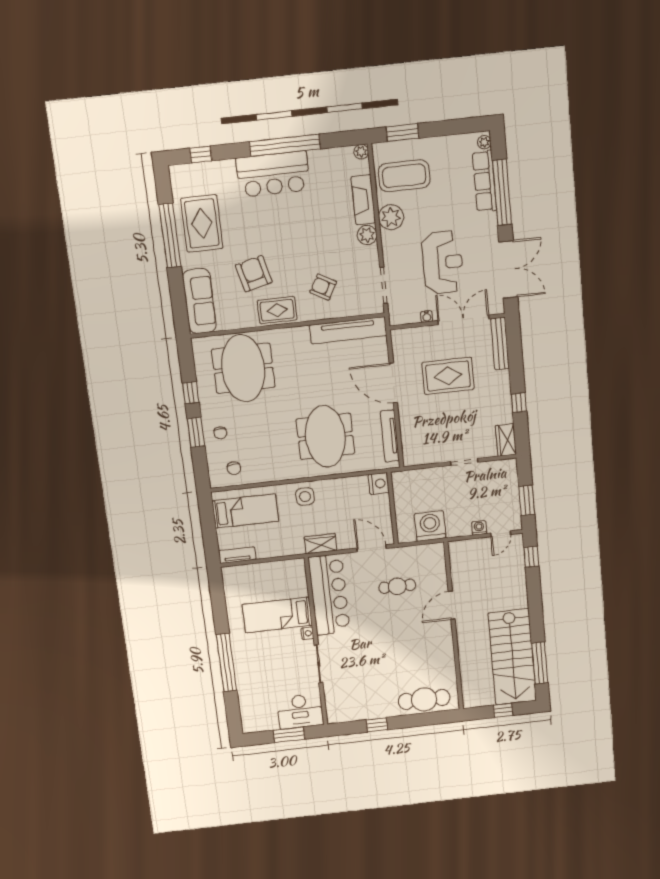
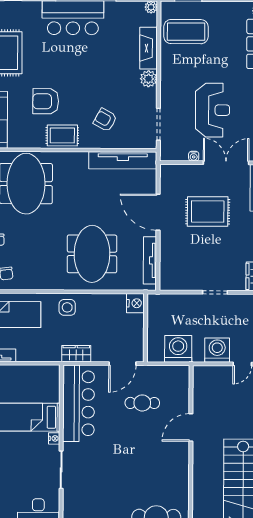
plant: (391, 217) -> (171, 66), removed
armchair: (254, 274) -> (46, 101), turned -76
washing machine: (479, 528) -> (217, 350), width x1.89, depth x1.89
door: (372, 548) -> (122, 364), swing flipped

